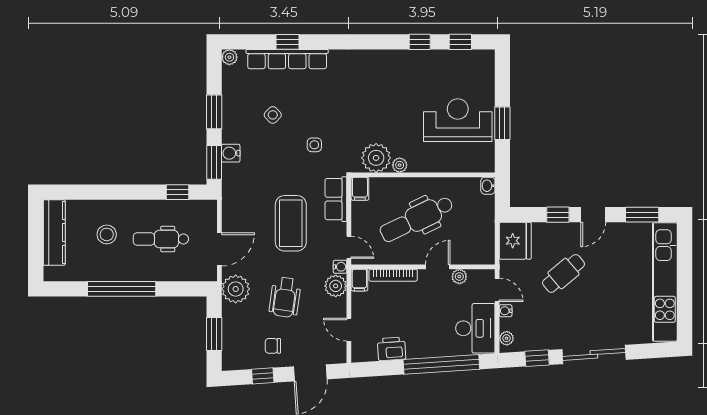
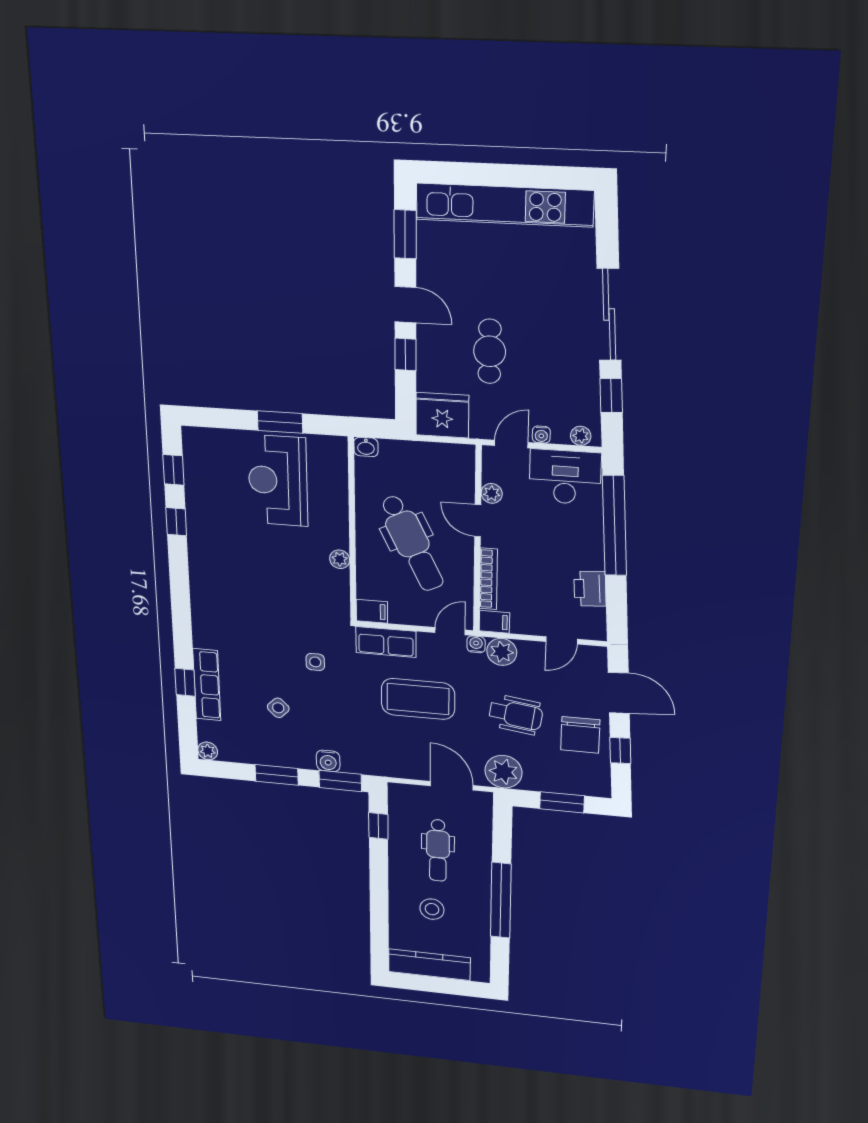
row of seats: (287, 59) -> (207, 685), width x0.73
plant: (376, 158) -> (331, 588), removed
cafe table: (563, 273) -> (490, 351), turned 40
chair: (273, 346) -> (580, 735), width x1.87, depth x1.87

